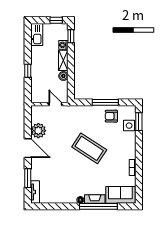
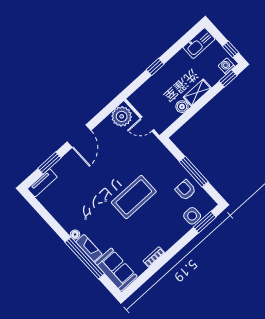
washing machine: (63, 45) -> (226, 66), moved
door: (55, 104) -> (147, 124), swing flipped
plant: (38, 131) -> (122, 116), moved
coffee table: (89, 148) -> (134, 197), turned 57

